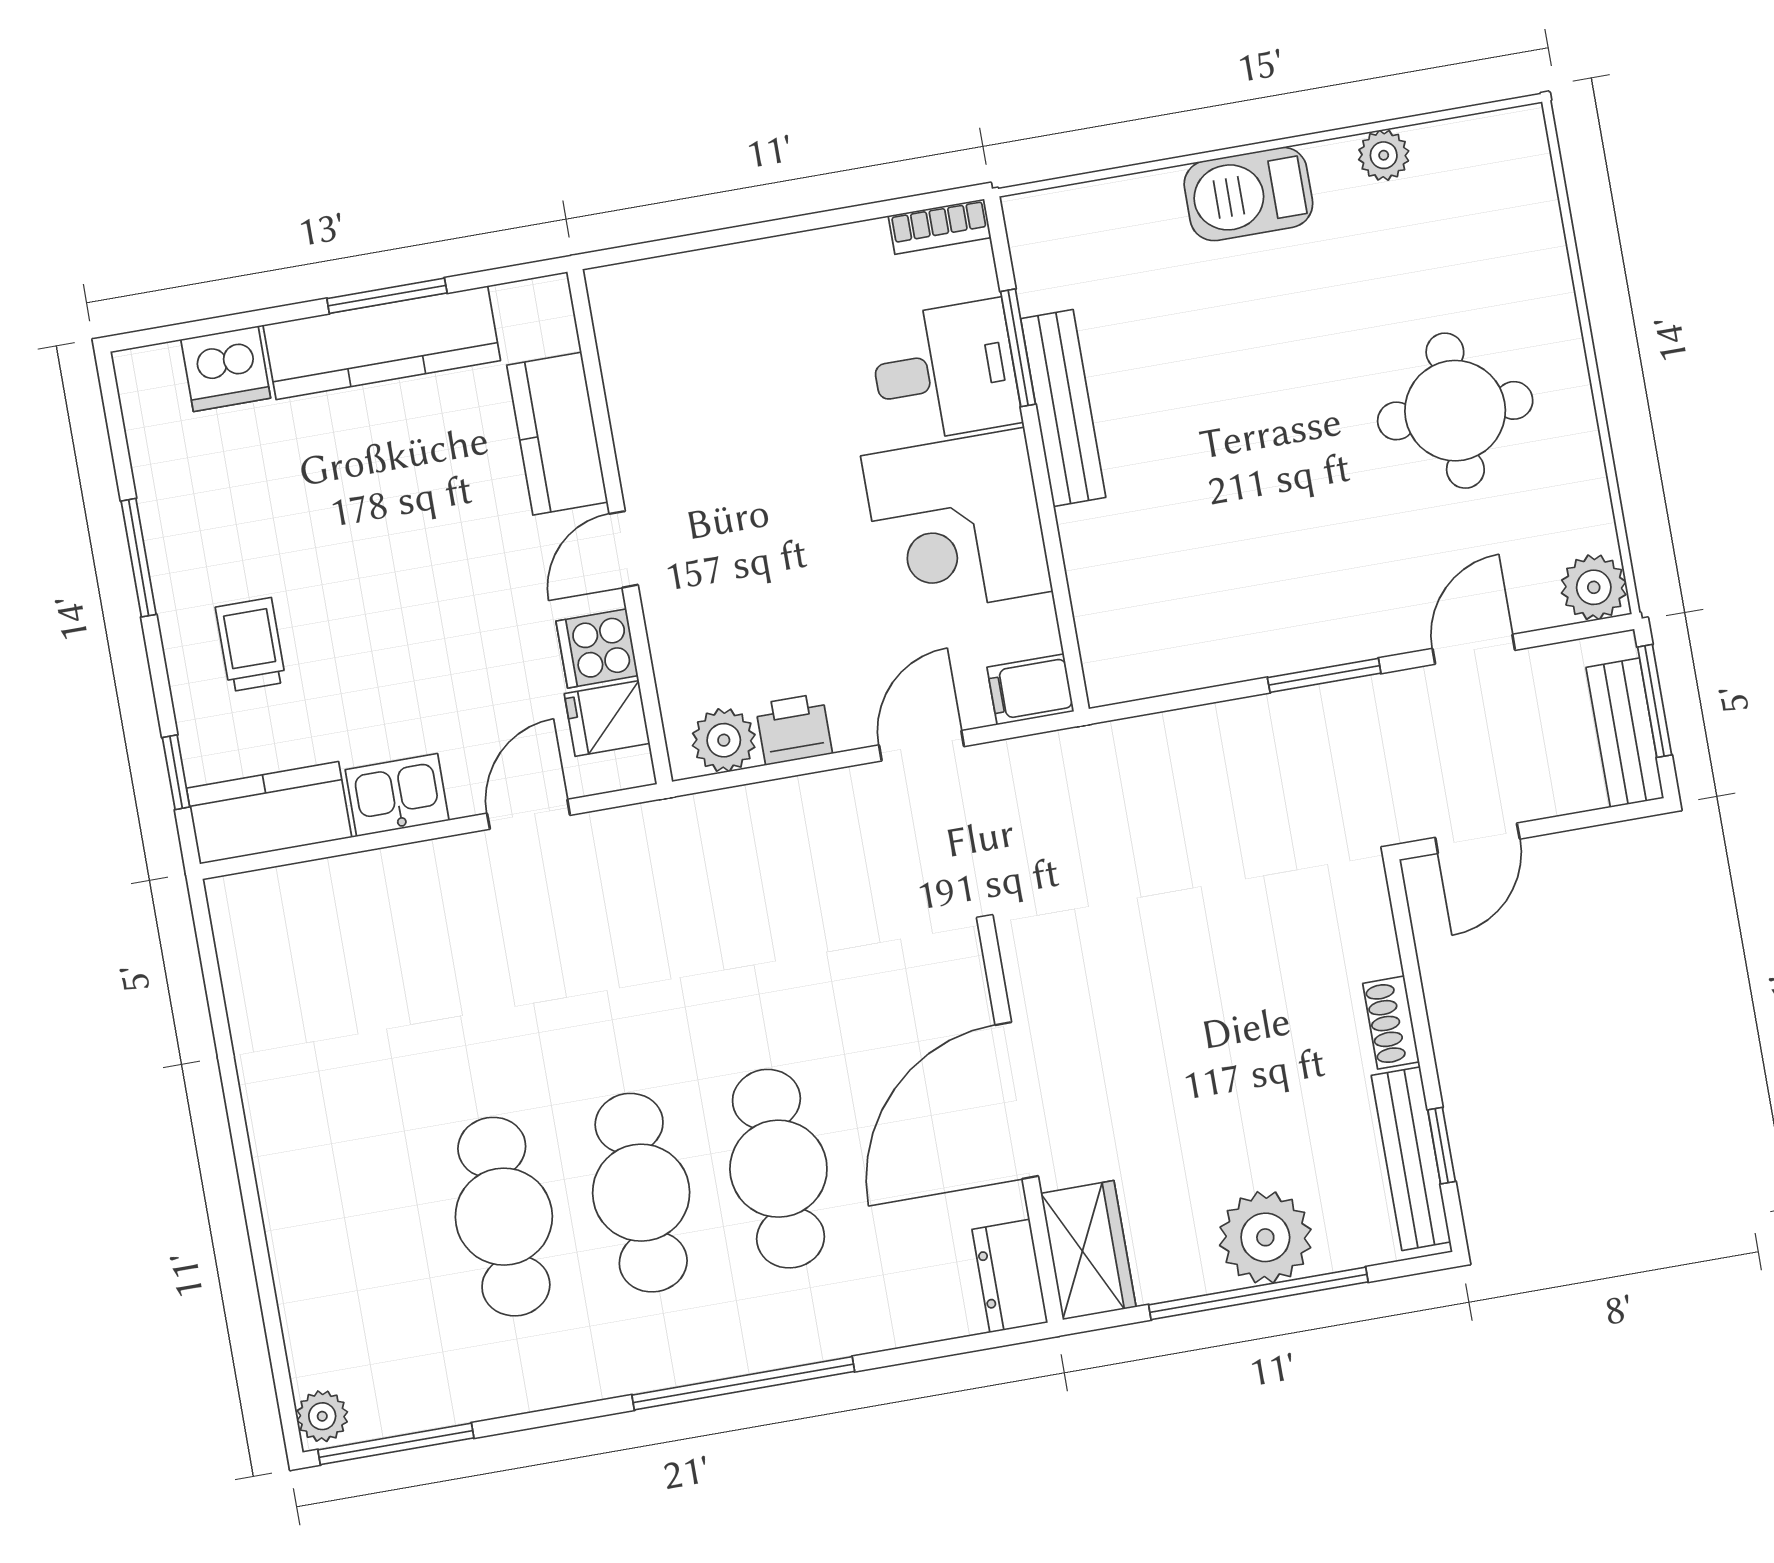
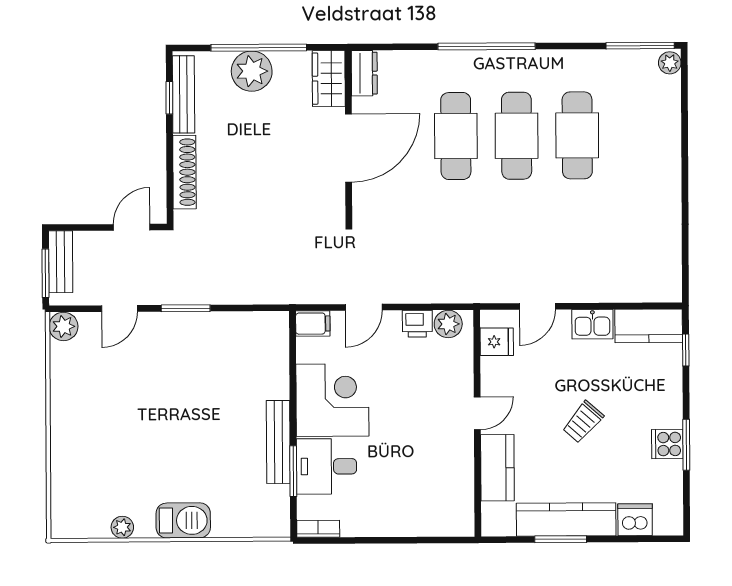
round table: (1455, 411) -> (110, 412), removed
trolley: (251, 645) -> (583, 422), moved, turned 41
cooker: (597, 648) -> (667, 444), moved, turned 180
shoe rack: (1391, 1023) -> (184, 172), width x1.94, depth x1.24

